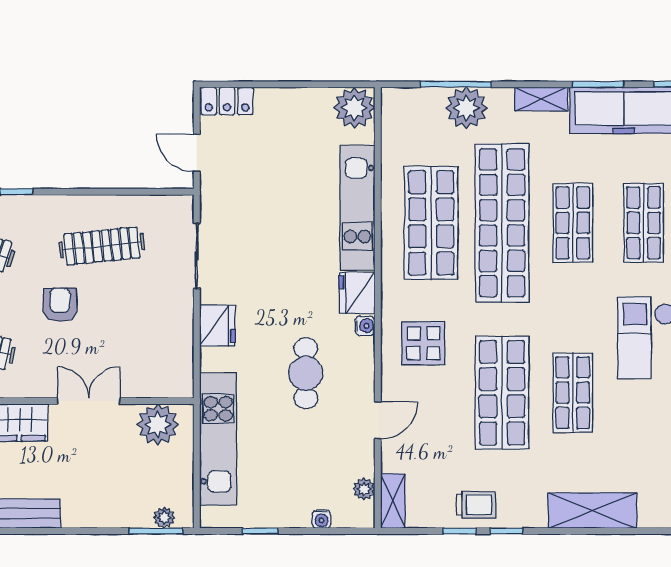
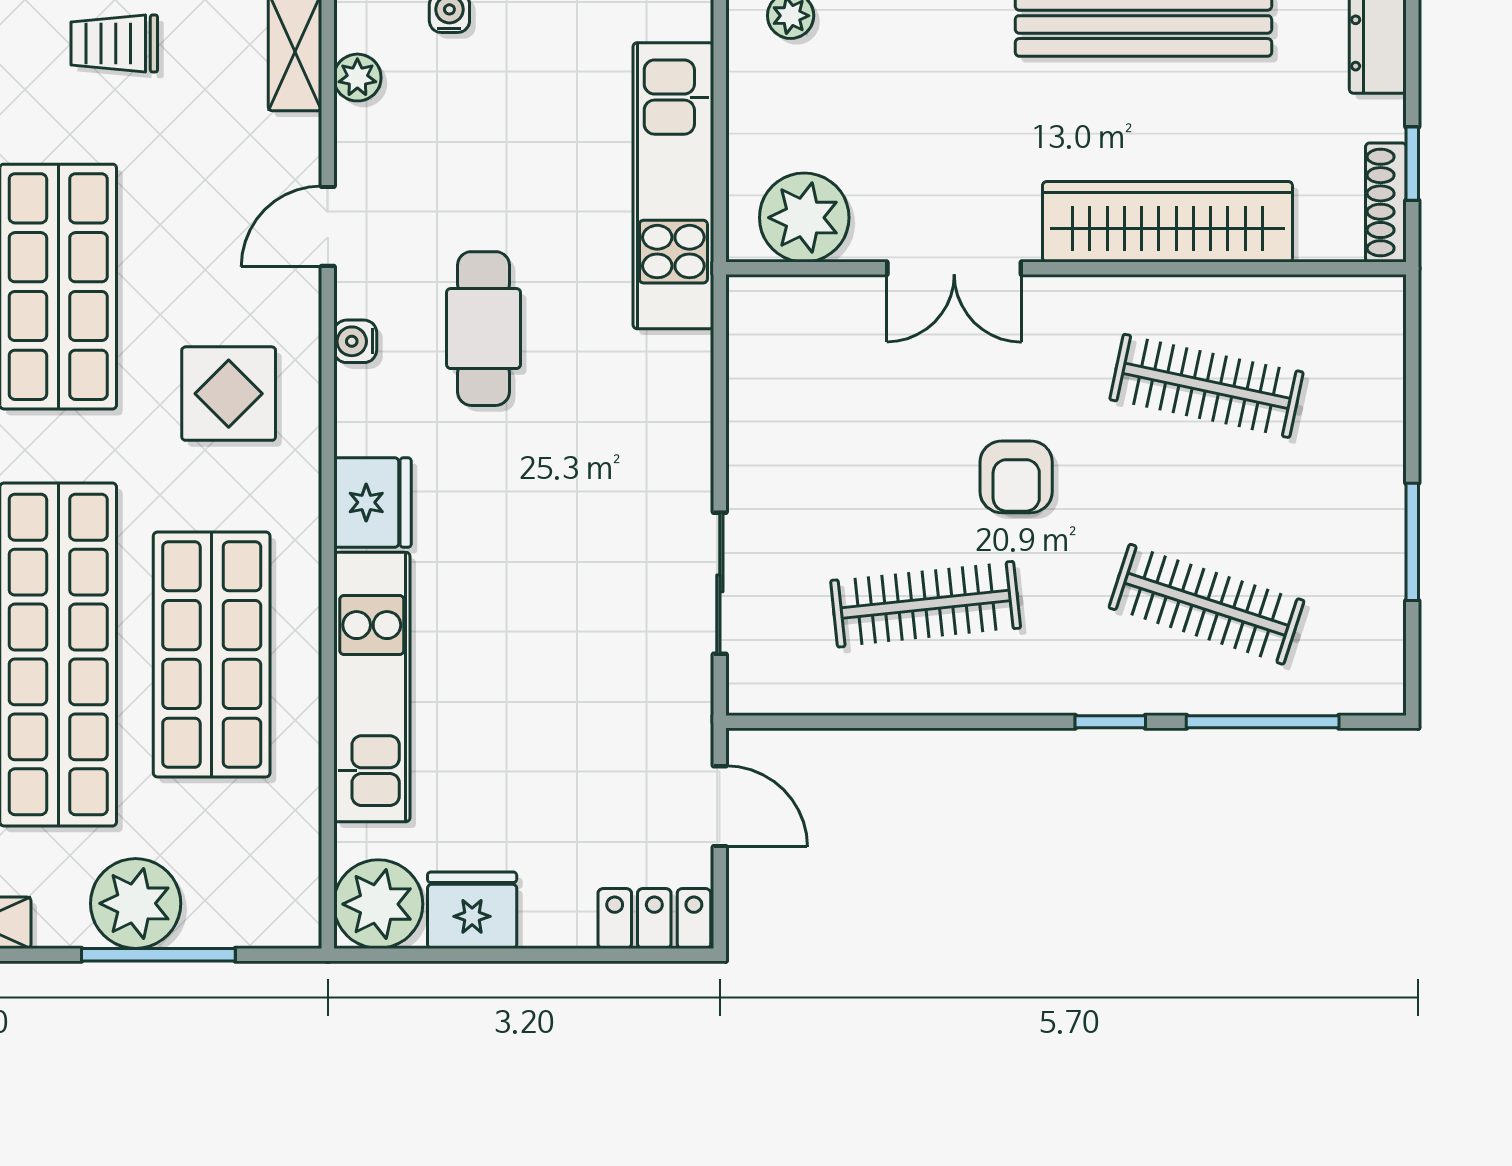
fridge: (217, 326) -> (472, 910), moved, turned 90
water cooler: (365, 326) -> (355, 341), moved

